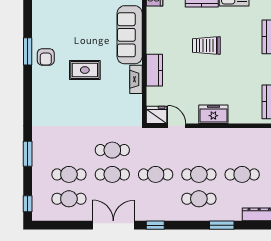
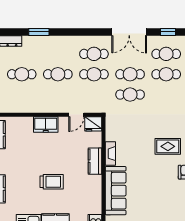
rug: (85, 70) -> (168, 146), moved
door: (177, 126) -> (76, 115), hinge flipped
cafe table: (199, 199) -> (94, 54), moved
window: (155, 225) -> (168, 32), moved

